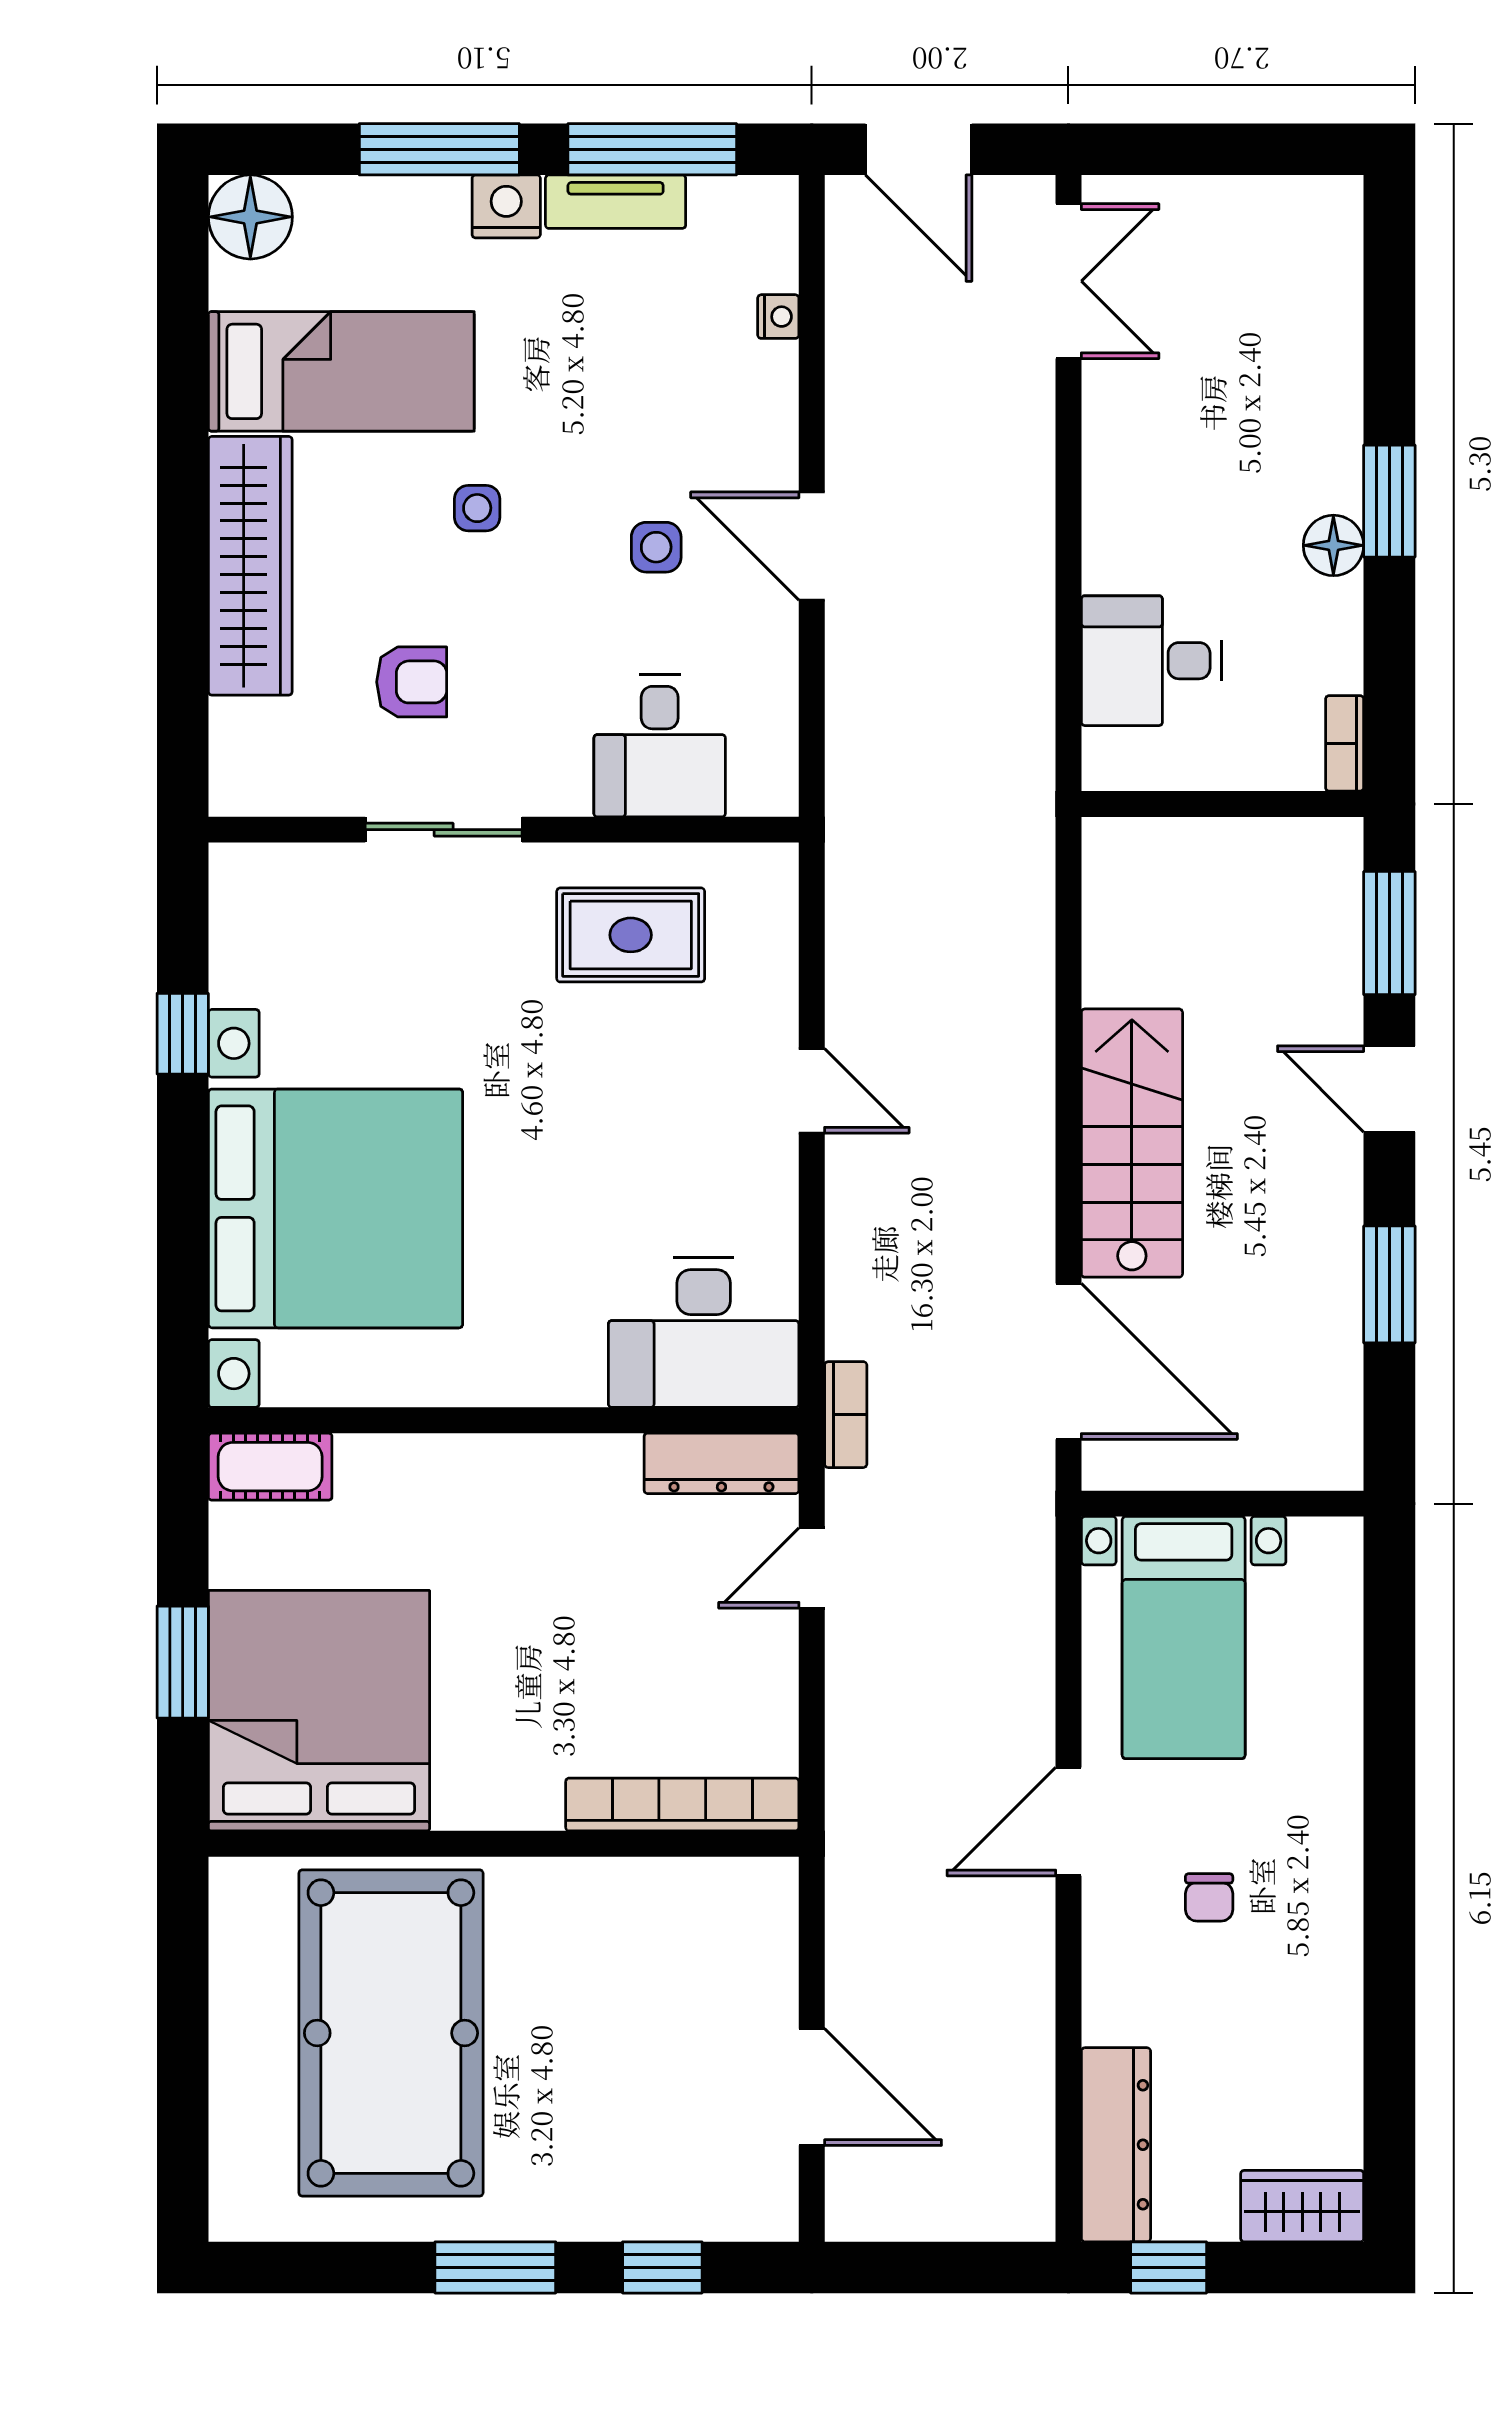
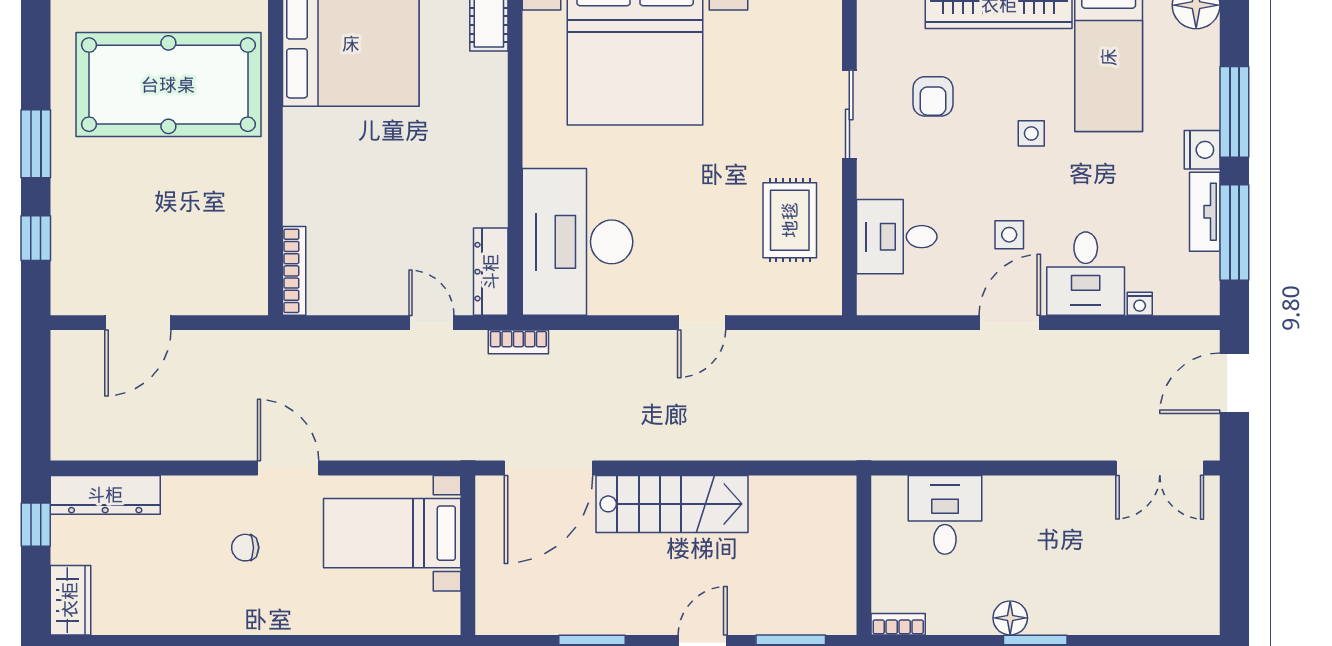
desk: (725, 412) -> (1086, 274), added
desk: (704, 1333) -> (578, 242), width x1.36, depth x1.30
bookcase: (682, 1805) -> (294, 271), width x0.68, depth x0.76

